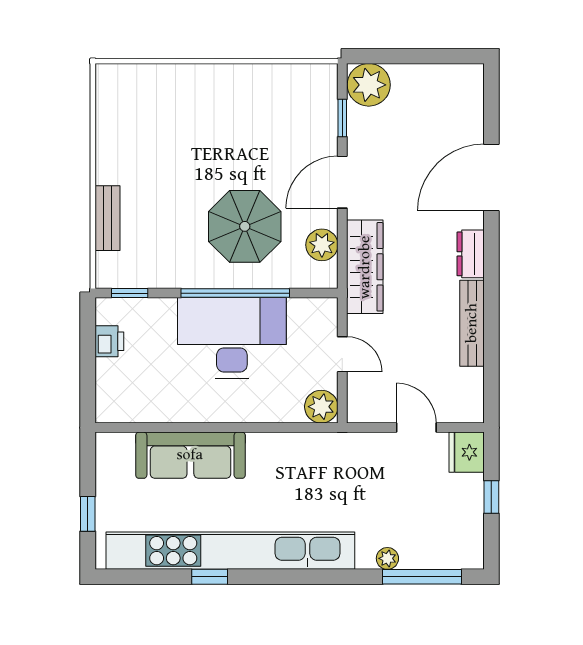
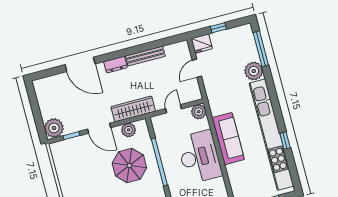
desk: (232, 338) -> (199, 157), moved, turned 180
sofa: (190, 455) -> (228, 139), moved
plant: (387, 558) -> (254, 71), width x1.88, depth x1.88

